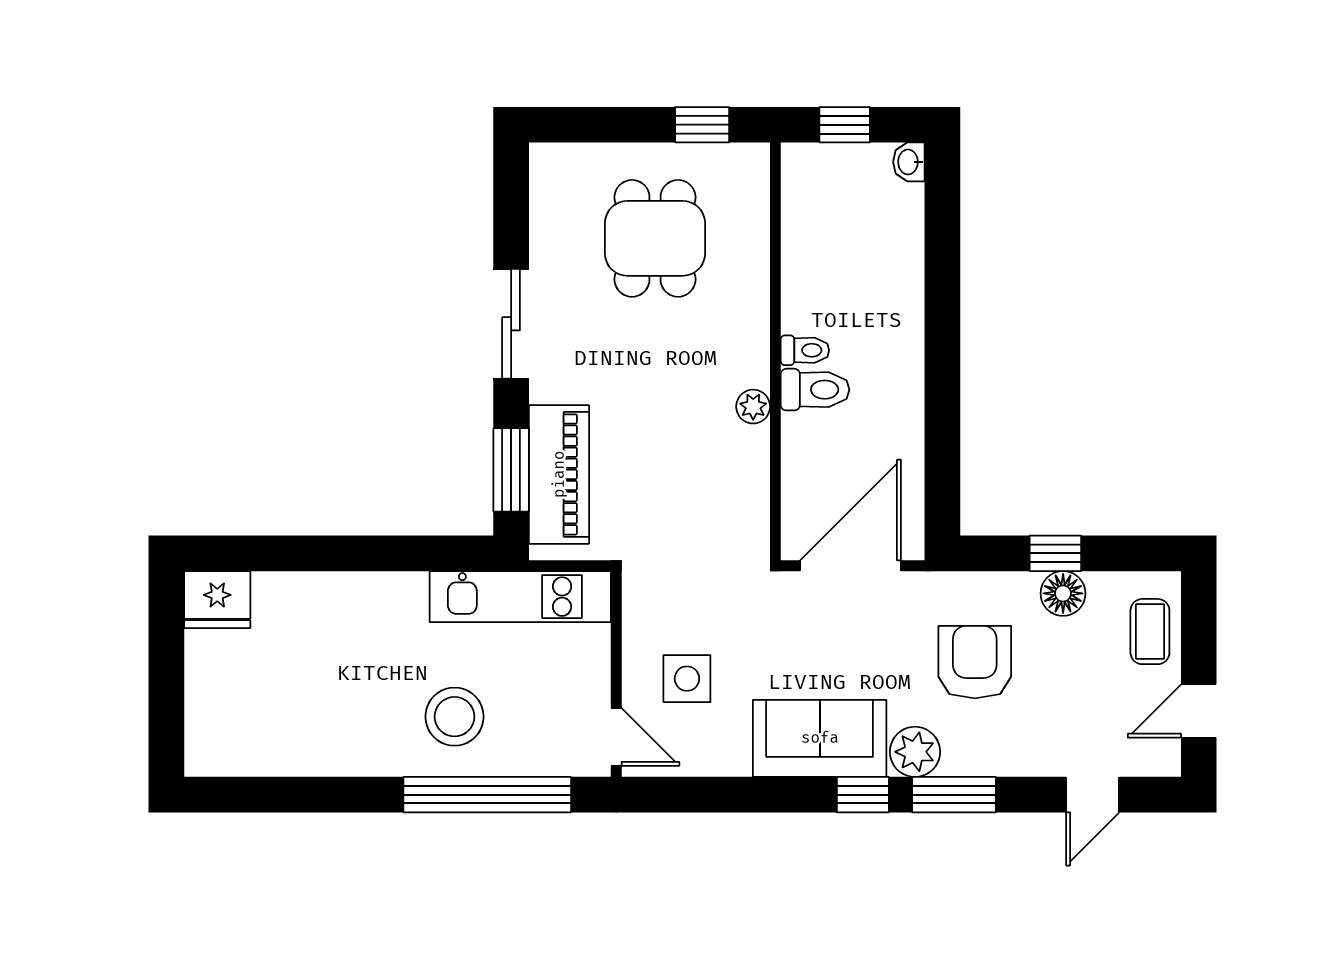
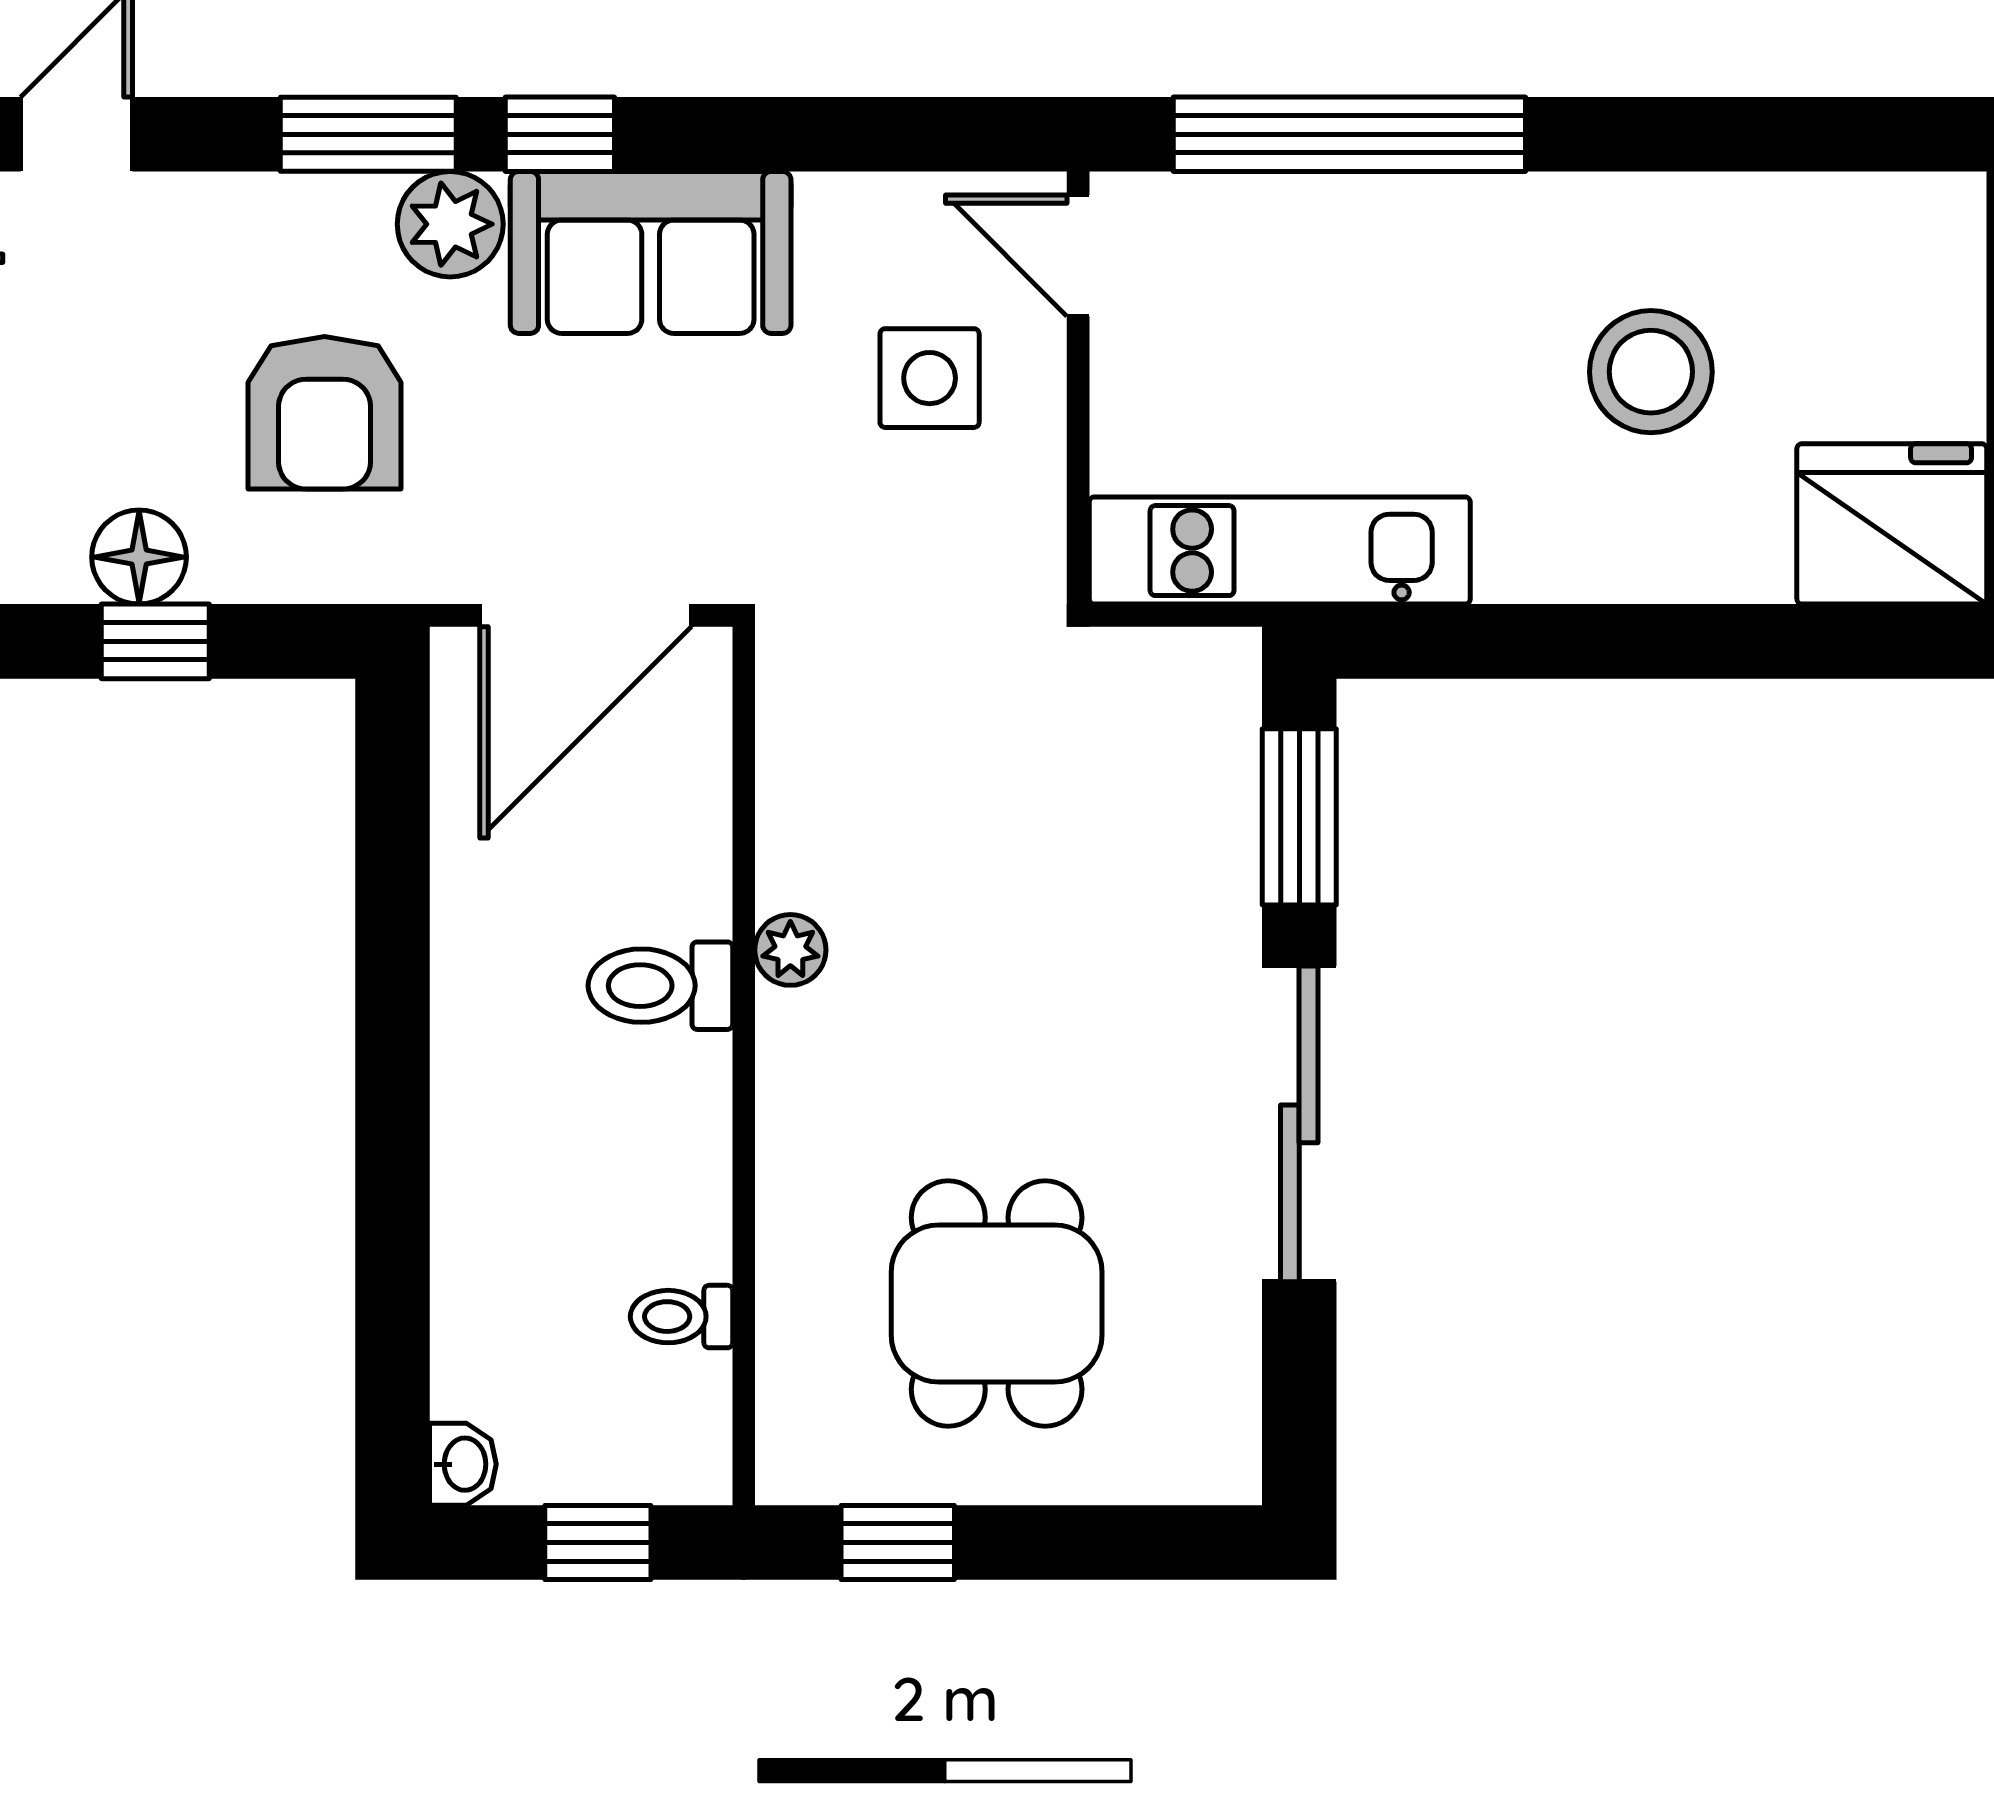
sliding door: (511, 324) -> (1299, 1124), width x1.37
toilet: (805, 350) -> (681, 1317), moved
piano: (559, 474) -> (1199, 807), removed
fridge: (217, 600) -> (1892, 524), width x1.36, depth x1.34
stool: (455, 717) -> (1651, 372), moved

